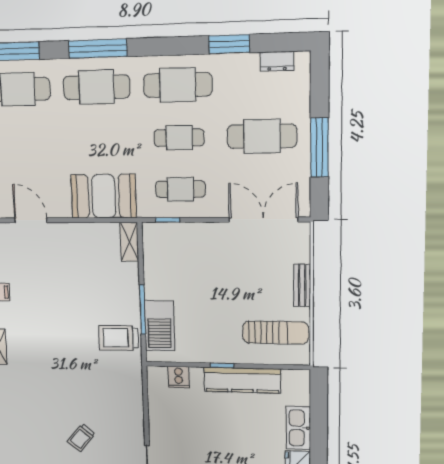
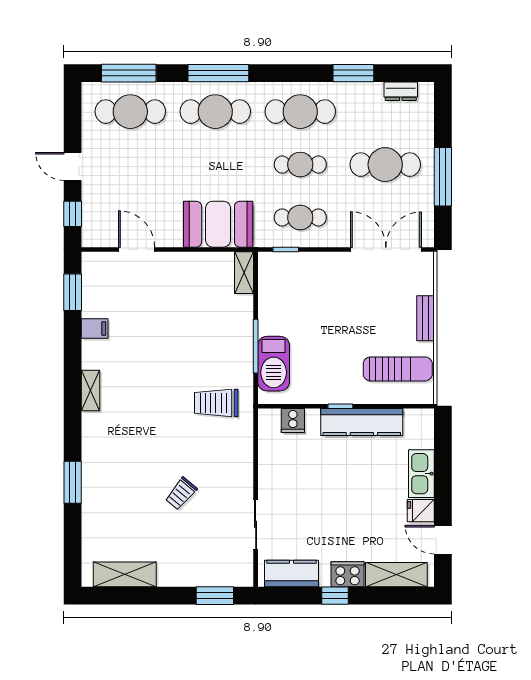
trolley: (119, 338) -> (216, 403), moved

